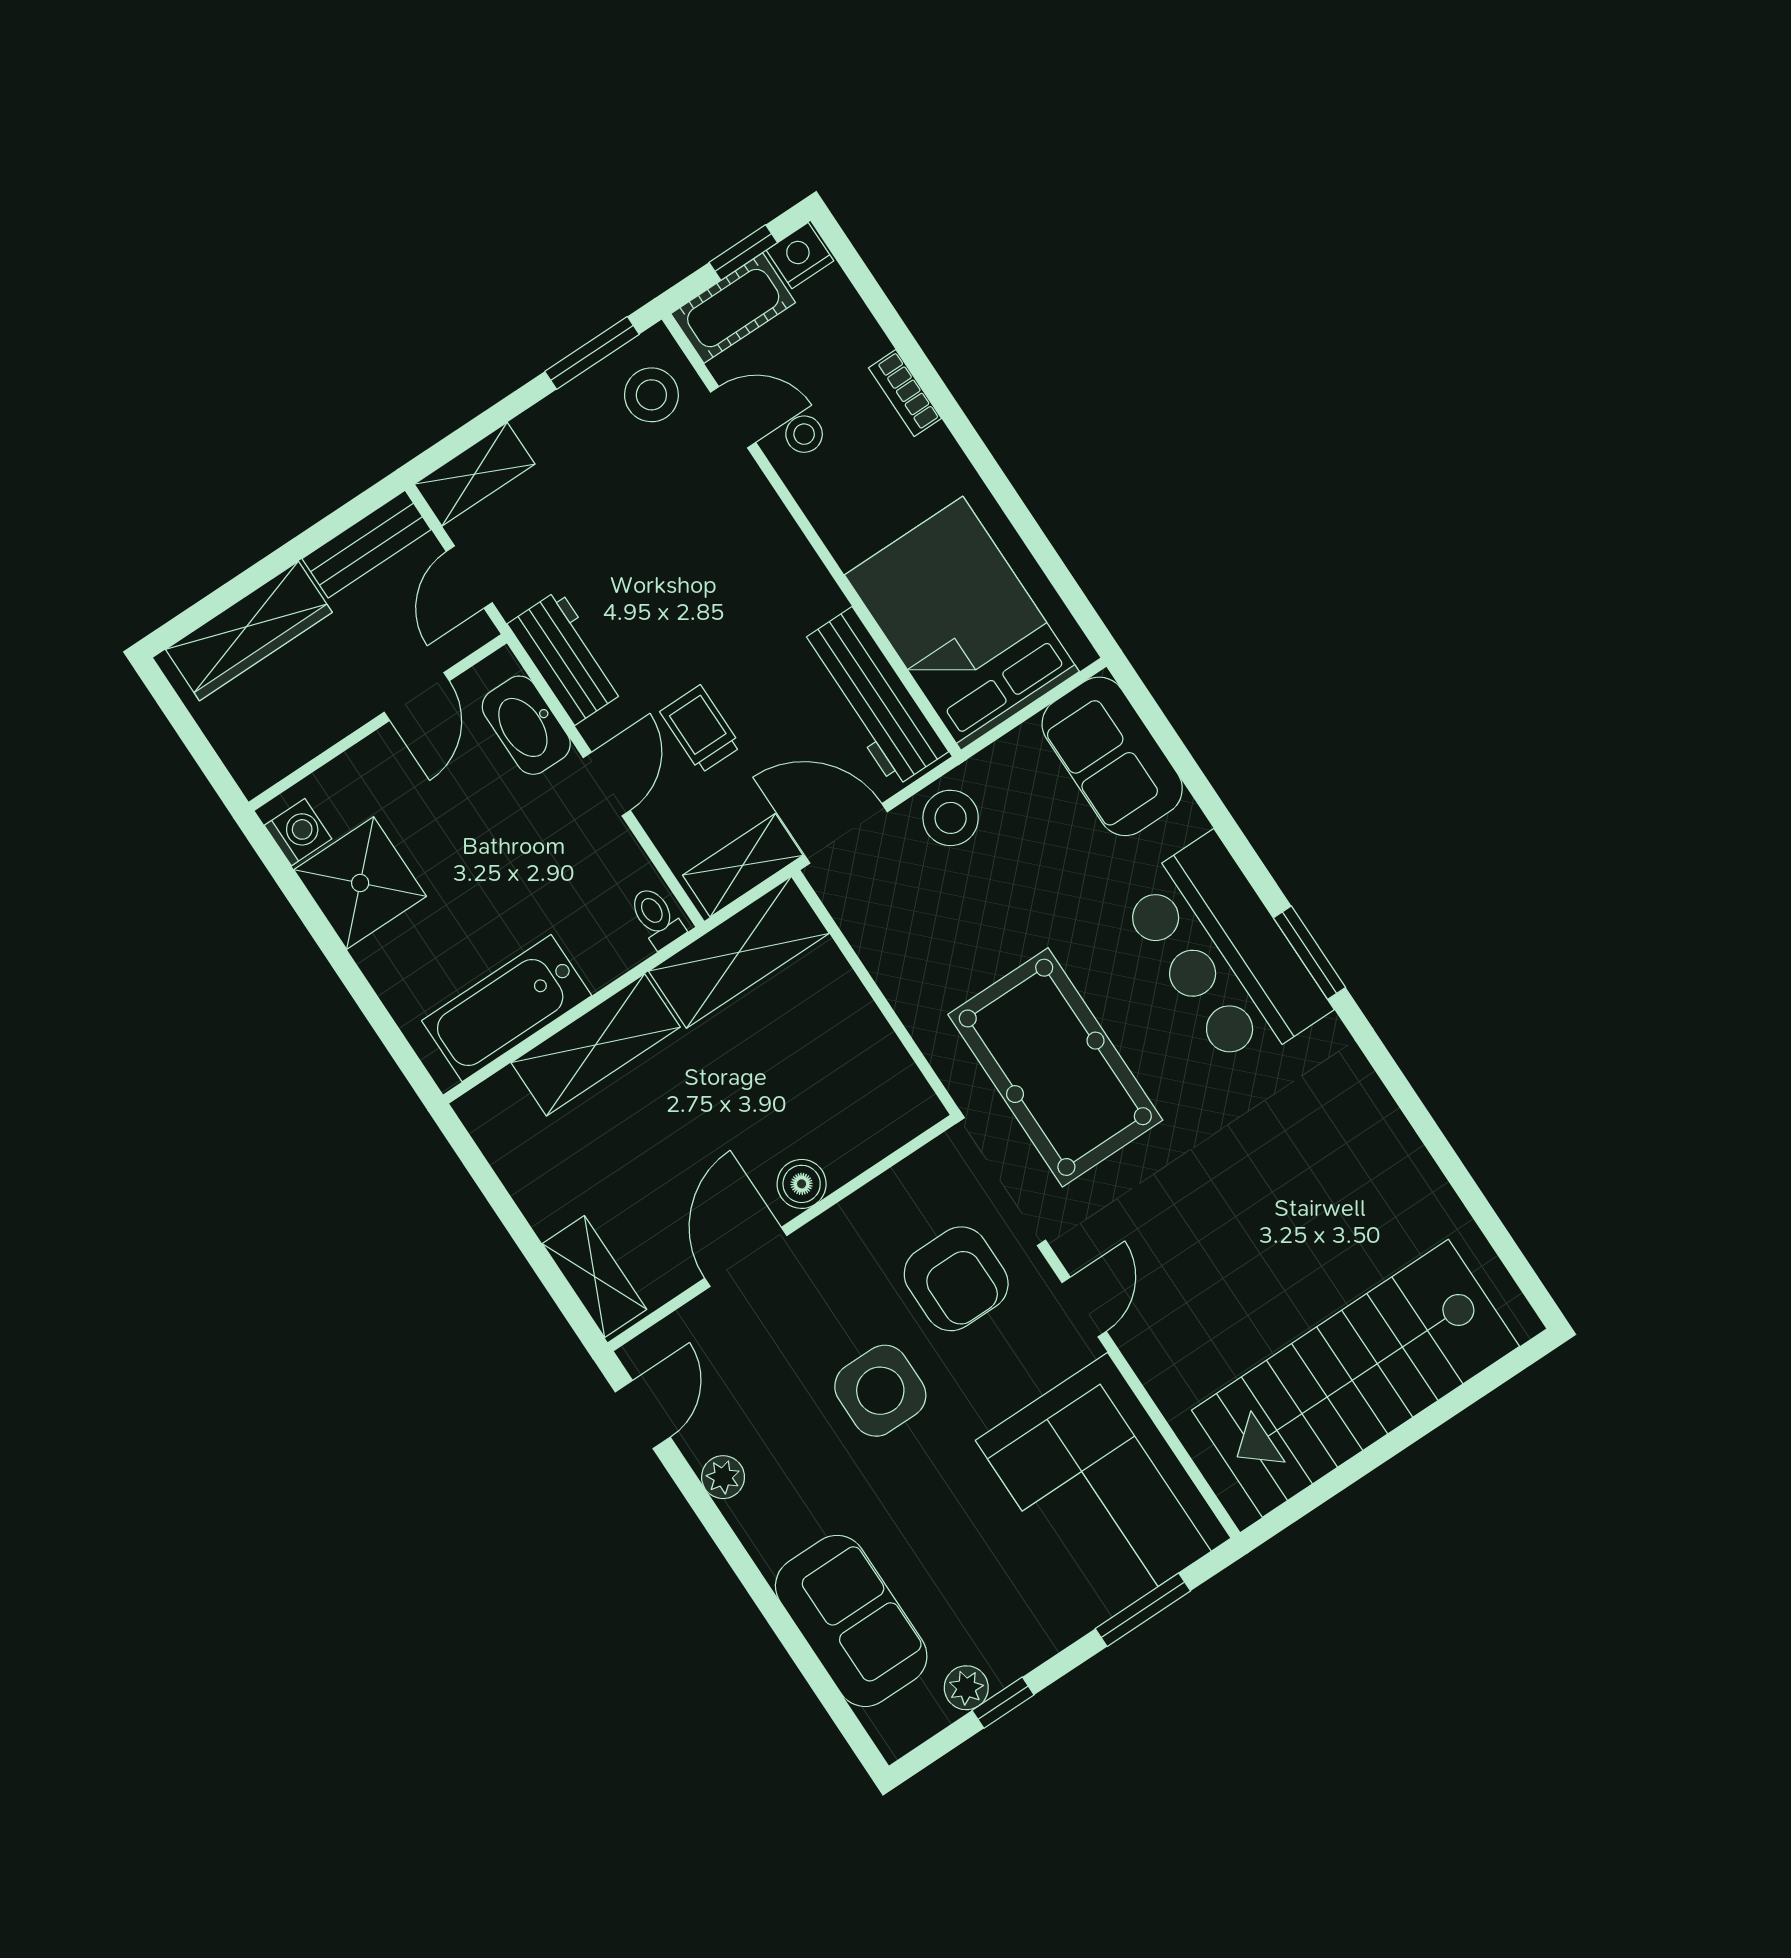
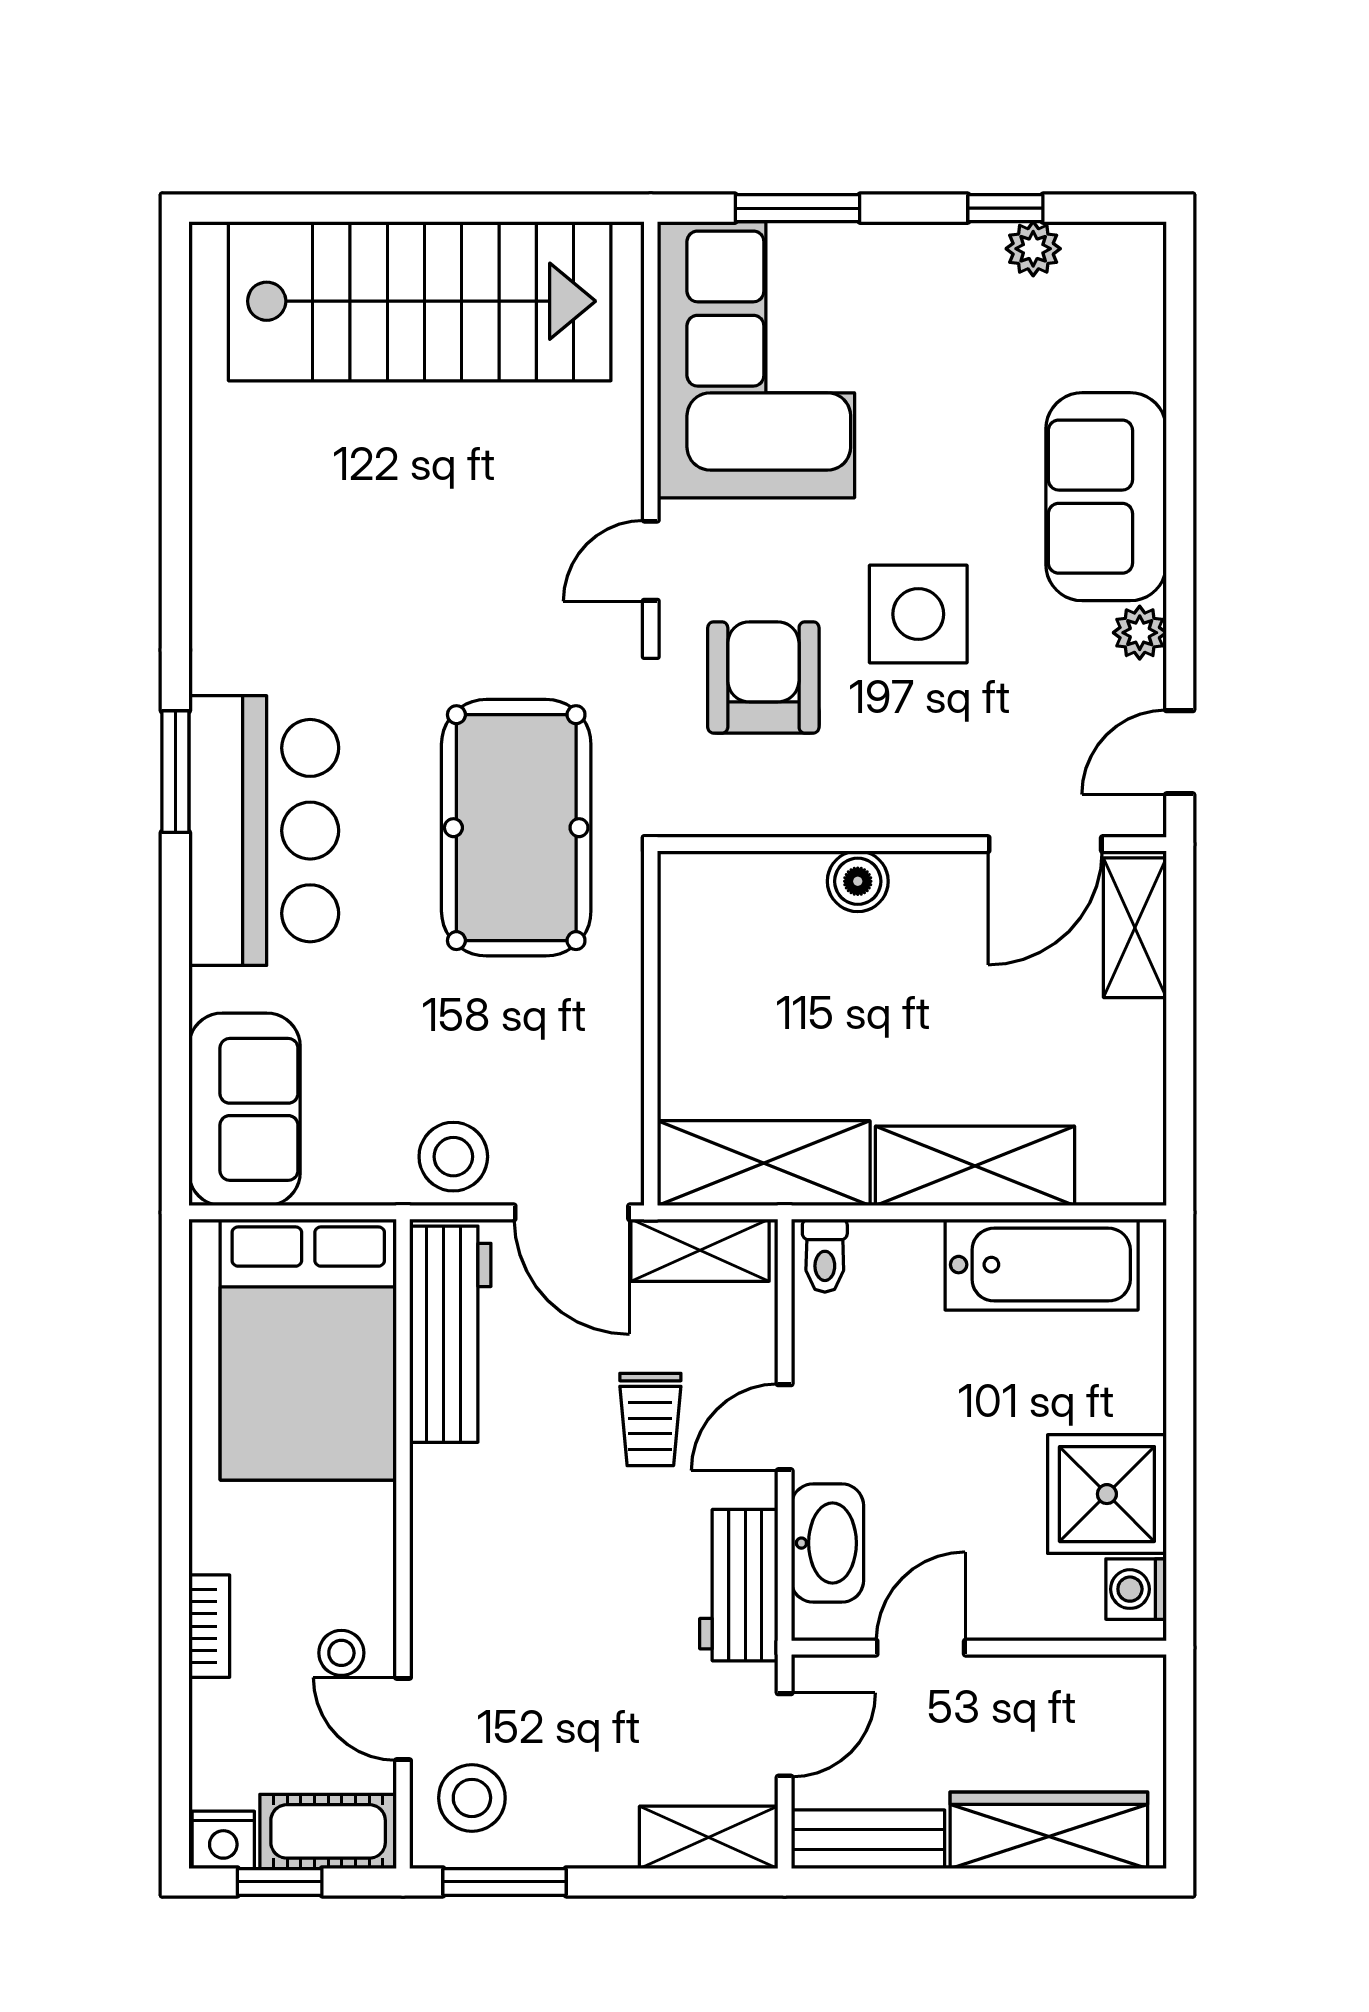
door: (746, 1257) -> (1045, 844), moved
sofa: (851, 1621) -> (1106, 497), moved

